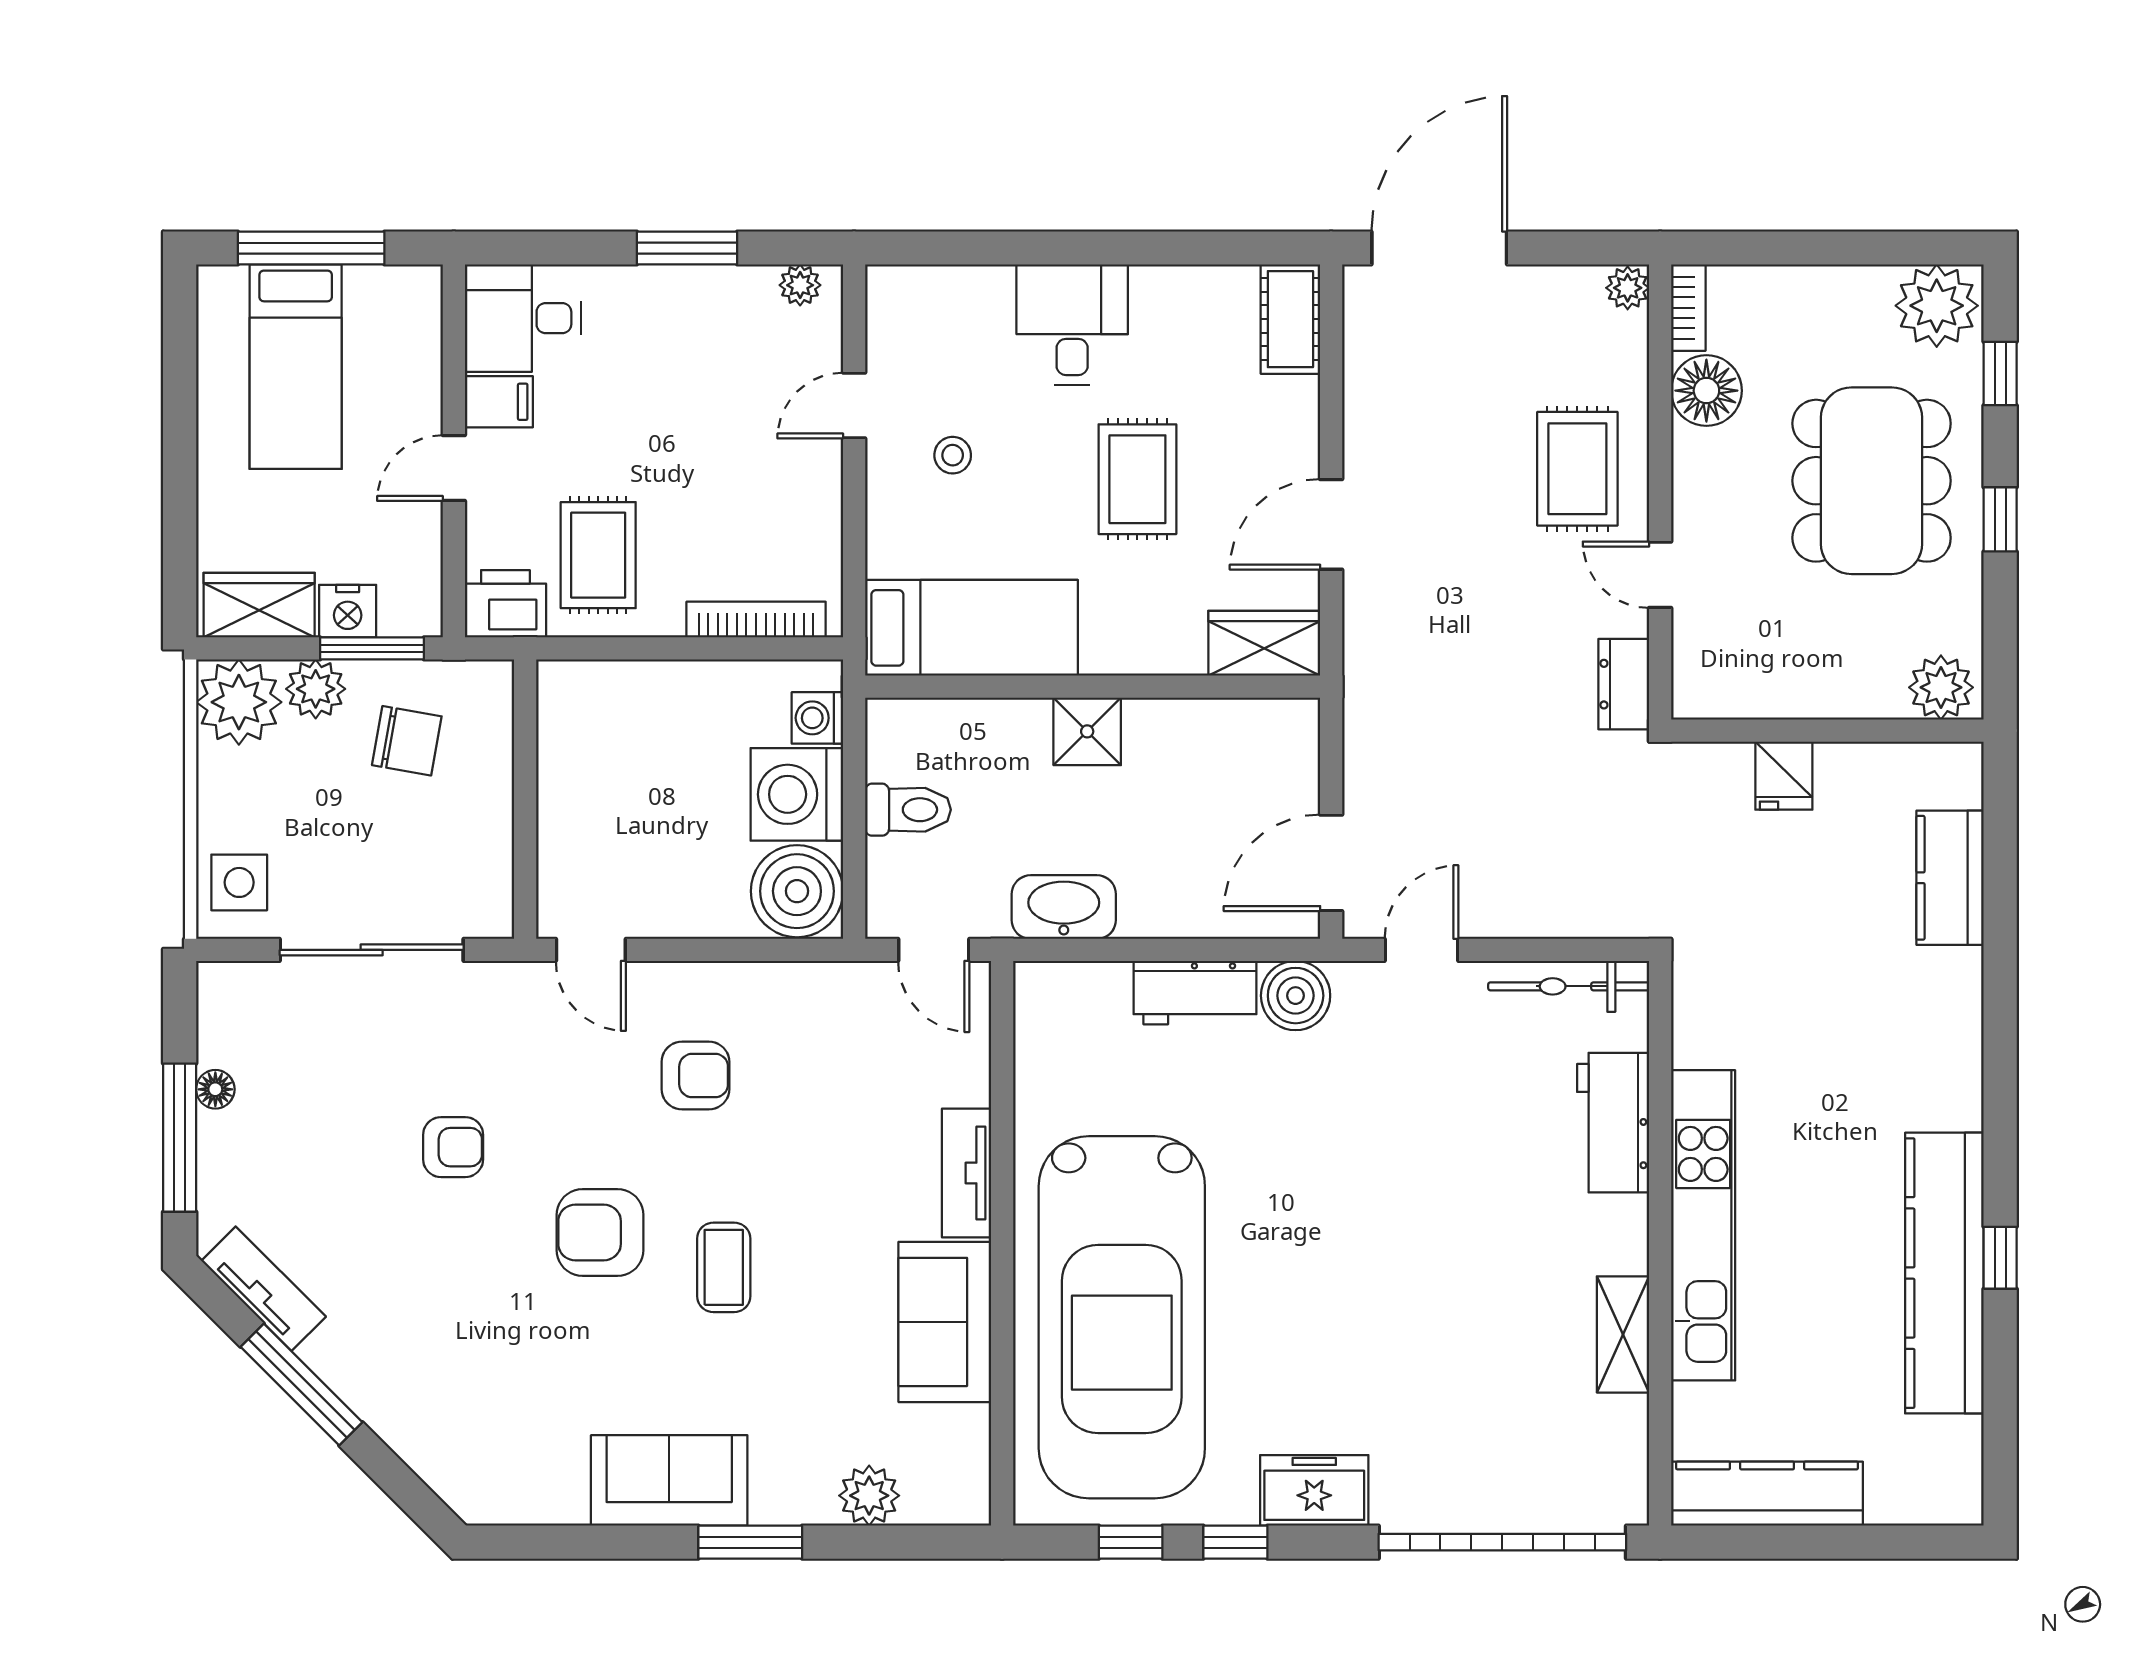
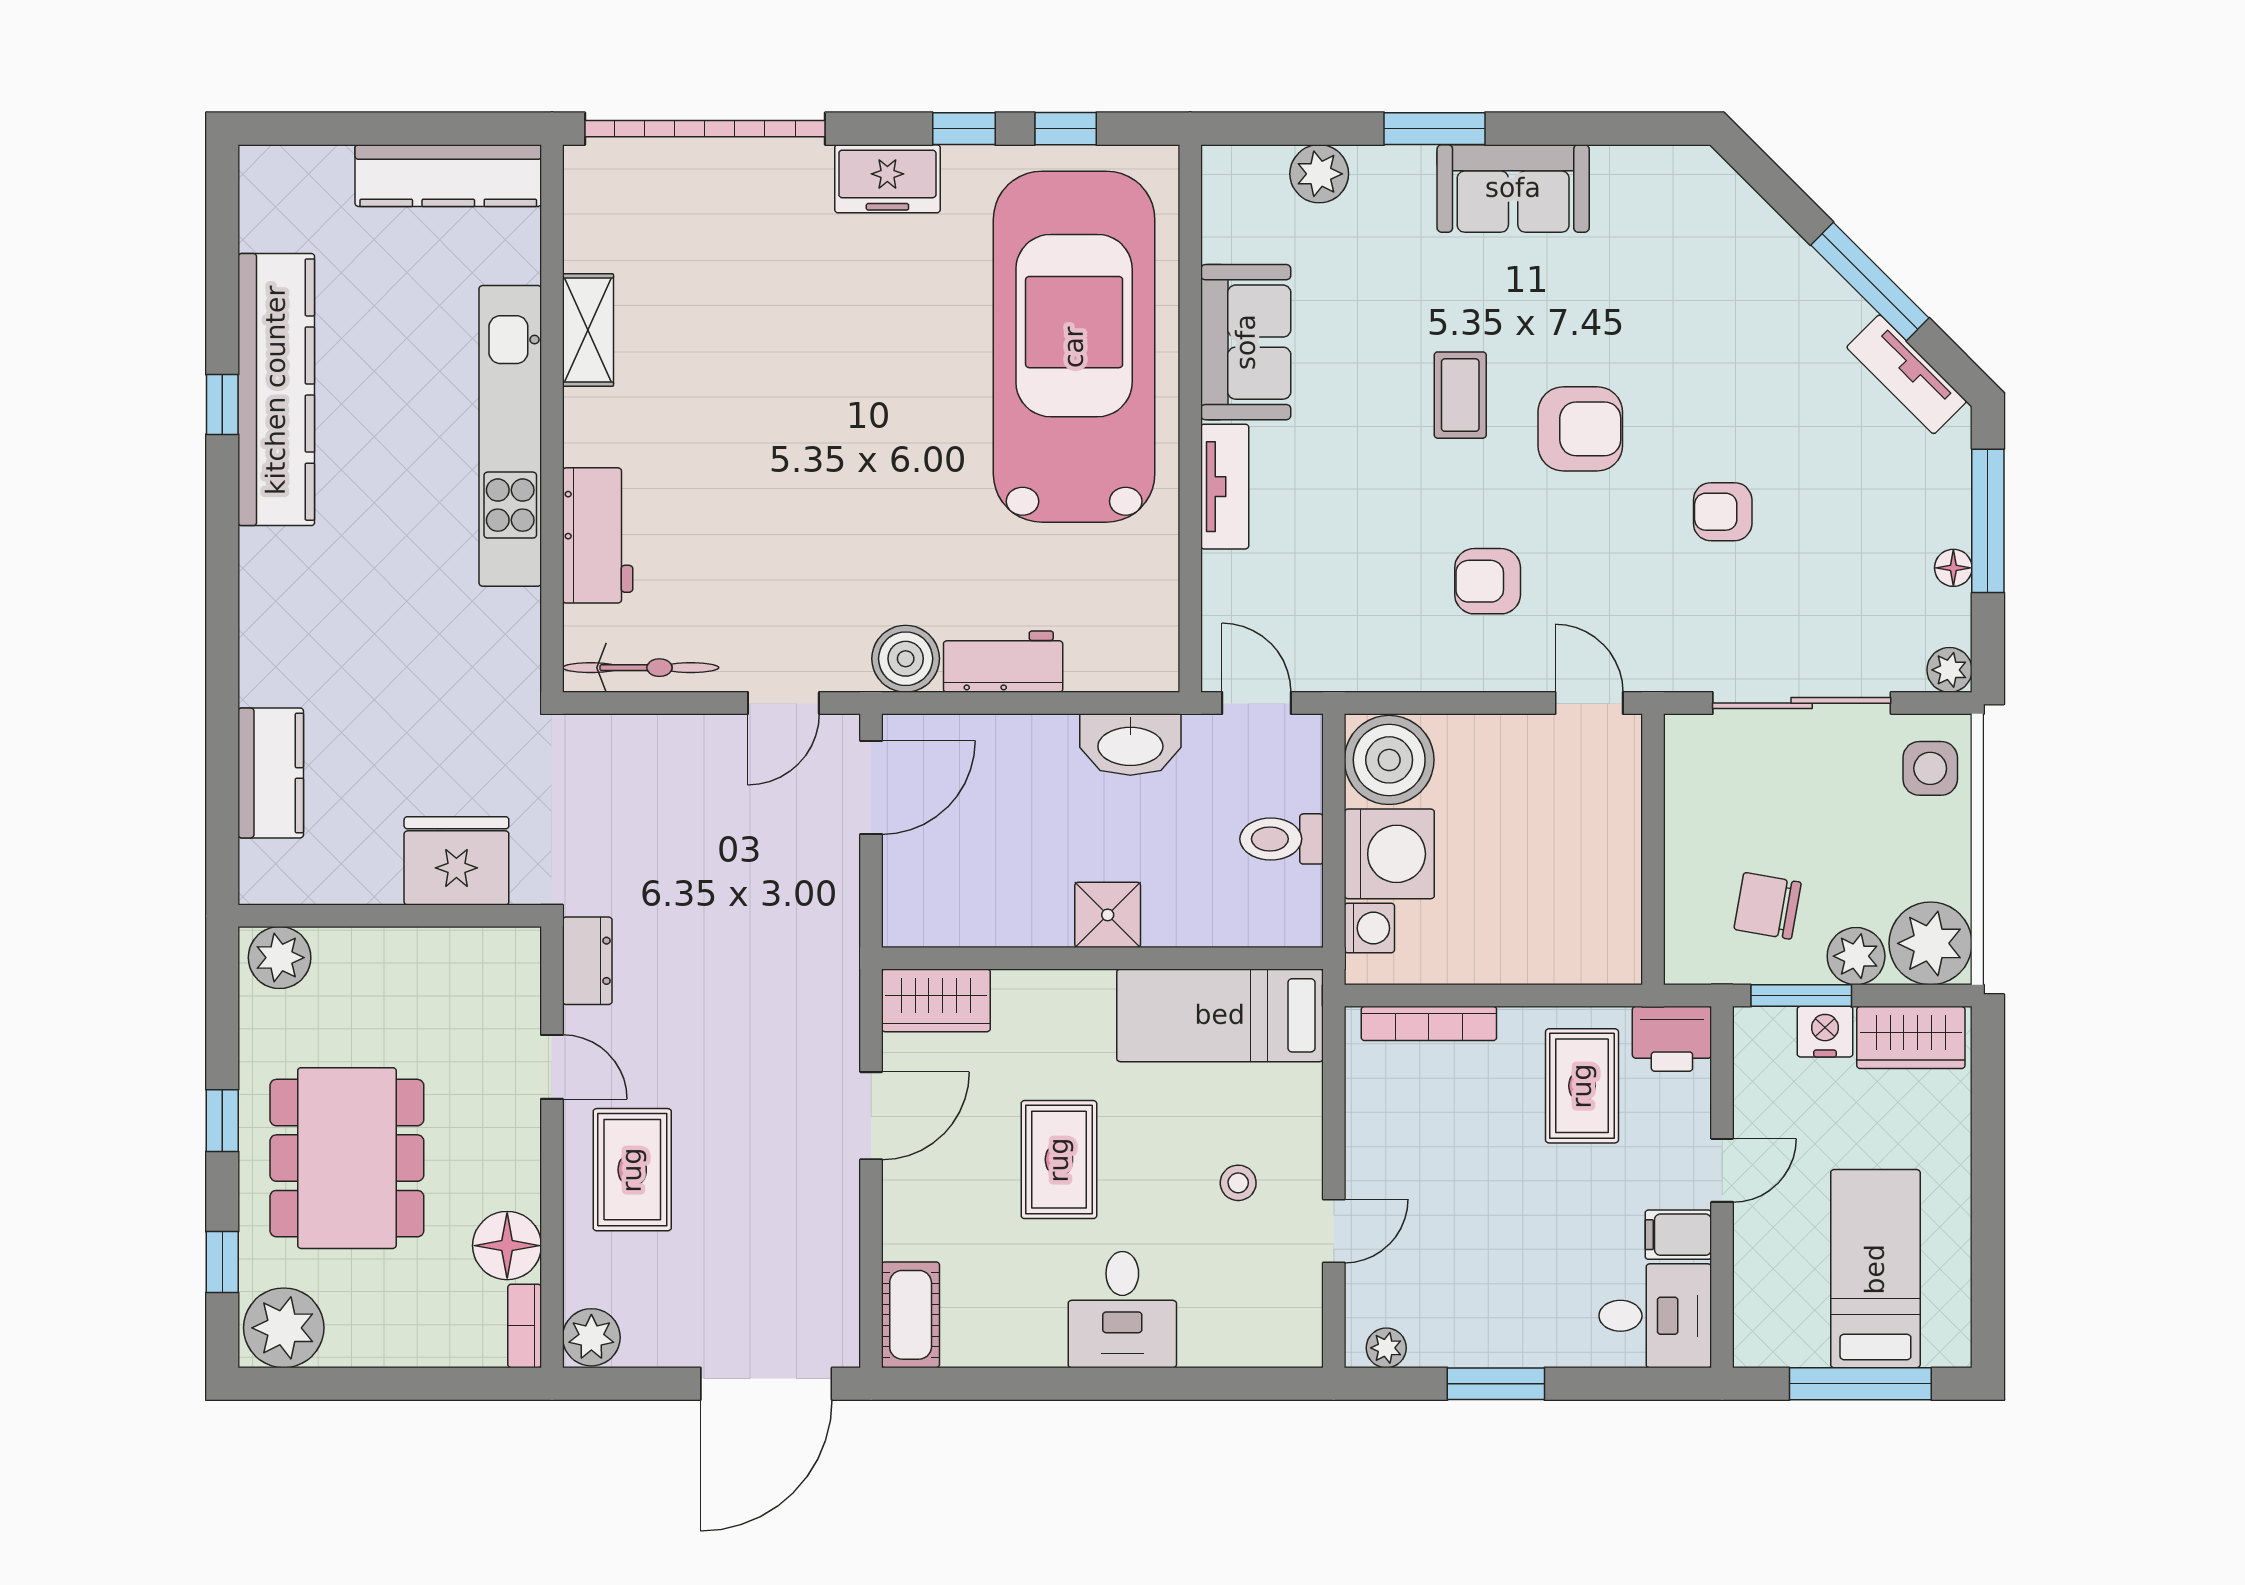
plant: (1628, 288) -> (591, 1337), width x1.38, depth x1.38
fridge: (1784, 776) -> (456, 861), width x1.88, depth x1.34
plant: (219, 984) -> (1950, 670), added

